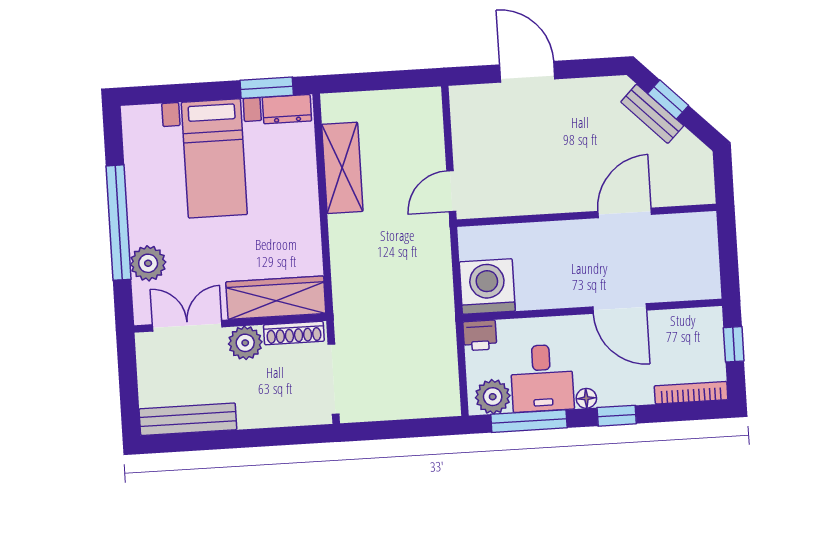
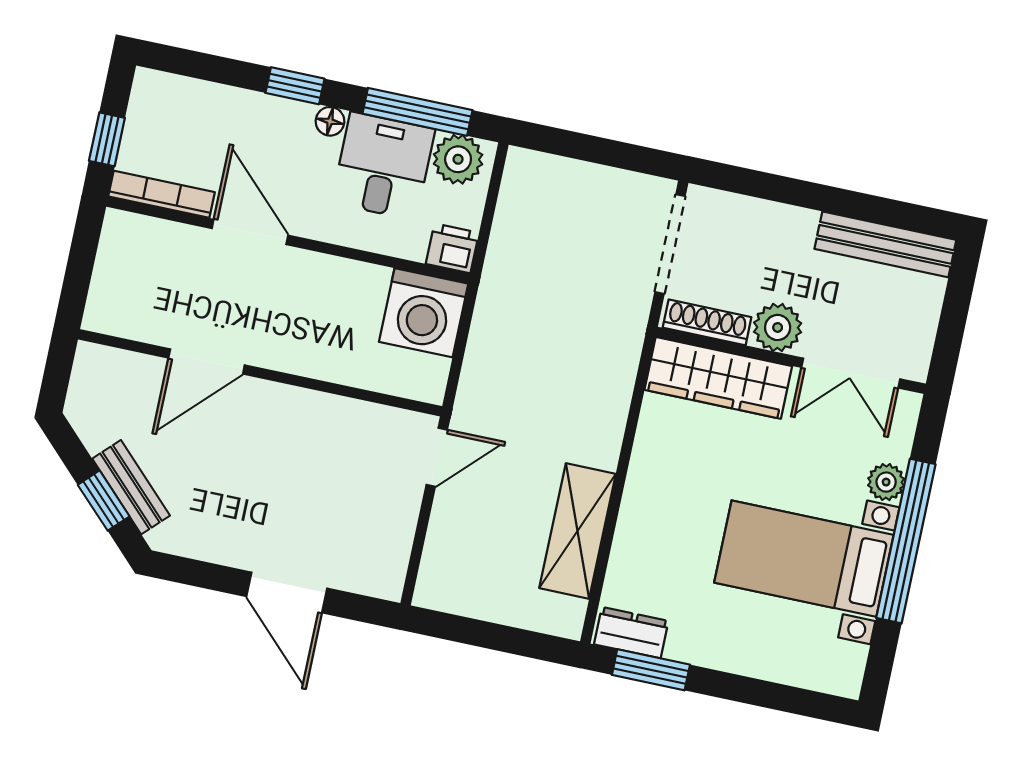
bed with nightstands: (214, 158) -> (804, 559), moved, turned -90
plant: (148, 263) -> (886, 482), width x0.73, depth x0.73
bookcase: (691, 393) -> (162, 194), moved, turned 180

